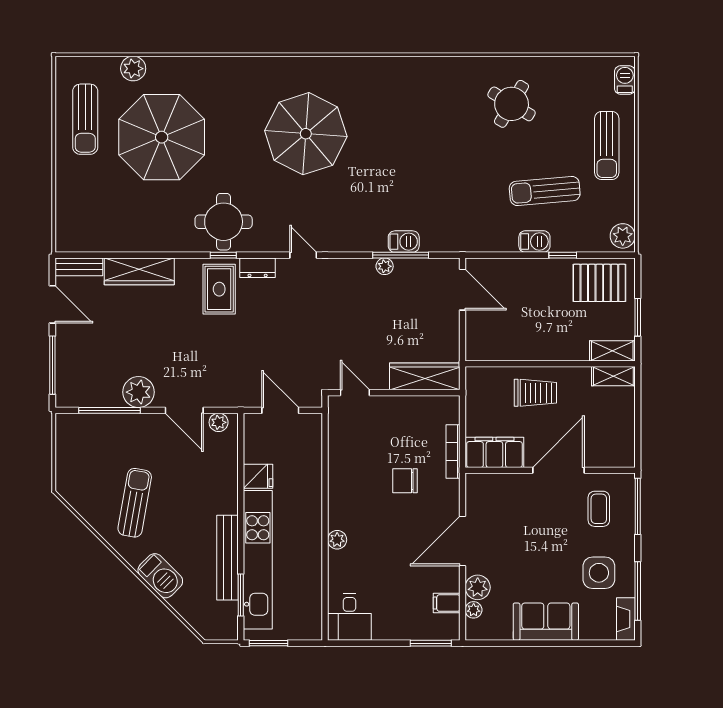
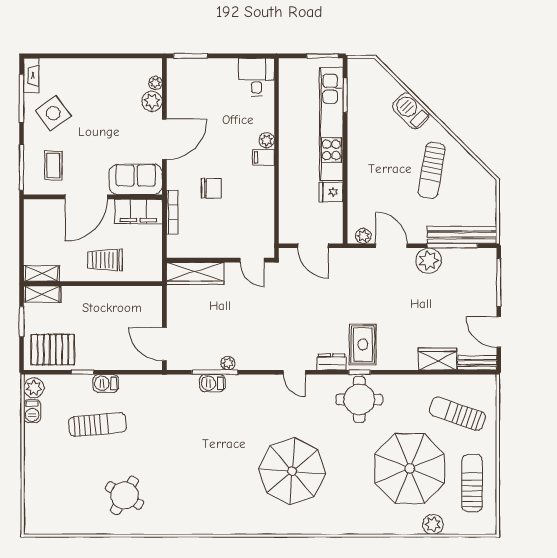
barbecue: (625, 80) -> (32, 411), moved
sun lounger: (607, 146) -> (457, 414), moved, turned -71
wardrobe: (139, 271) -> (437, 359), width x0.67
bench: (228, 558) -> (462, 235), moved, turned 90
side table: (599, 573) -> (53, 113), turned -36
filing cabinet: (447, 603) -> (263, 157), moved, turned 180
sofa: (546, 622) -> (136, 179), moved, turned 180

